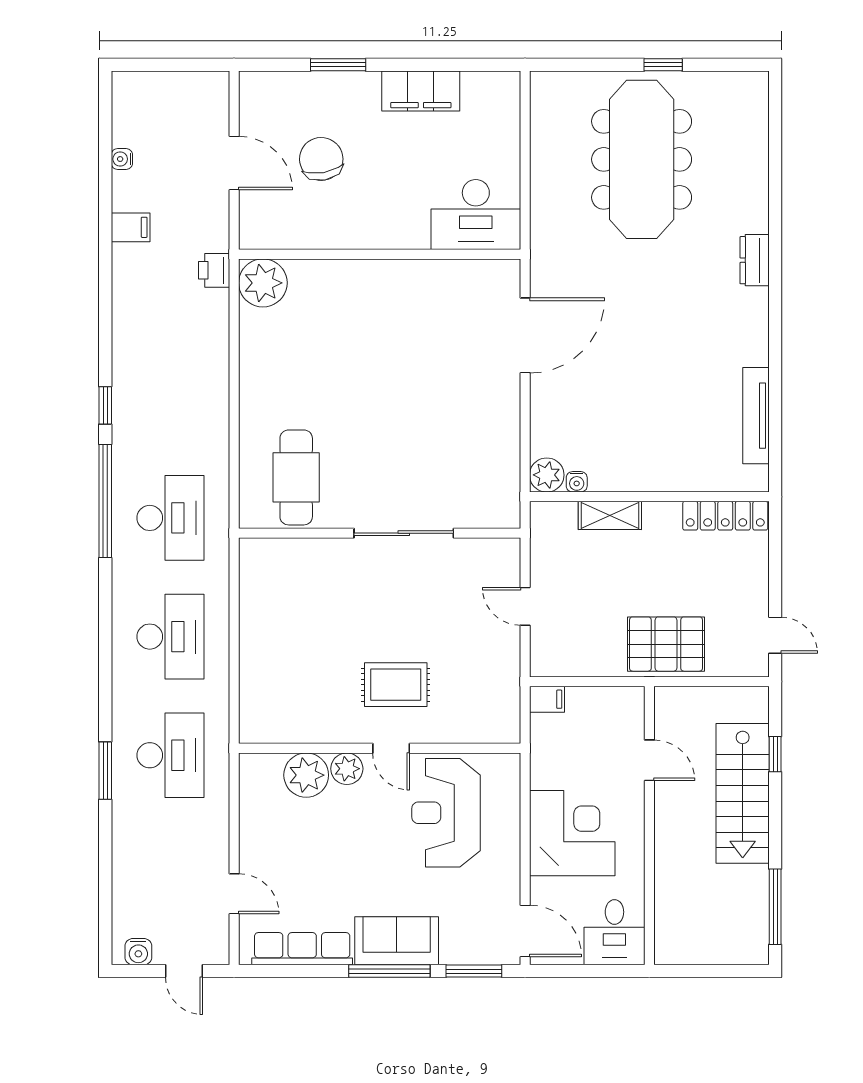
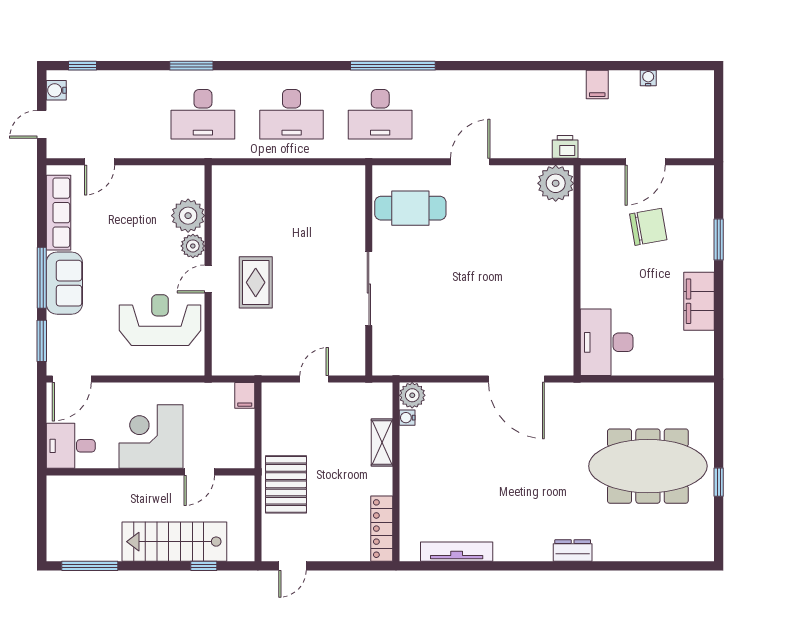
door: (234, 397) -> (470, 162), added
window: (105, 405) -> (82, 66), moved
corner desk: (572, 833) -> (151, 437), moved, turned 180

